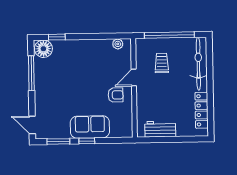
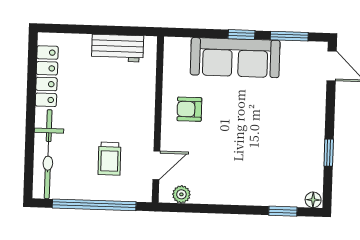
floor lamp: (43, 49) -> (313, 200), width x0.53, depth x0.53
window: (31, 73) -> (329, 153), width x0.46
door: (134, 77) -> (156, 165), moved
sofa: (90, 127) -> (235, 58), width x1.36

